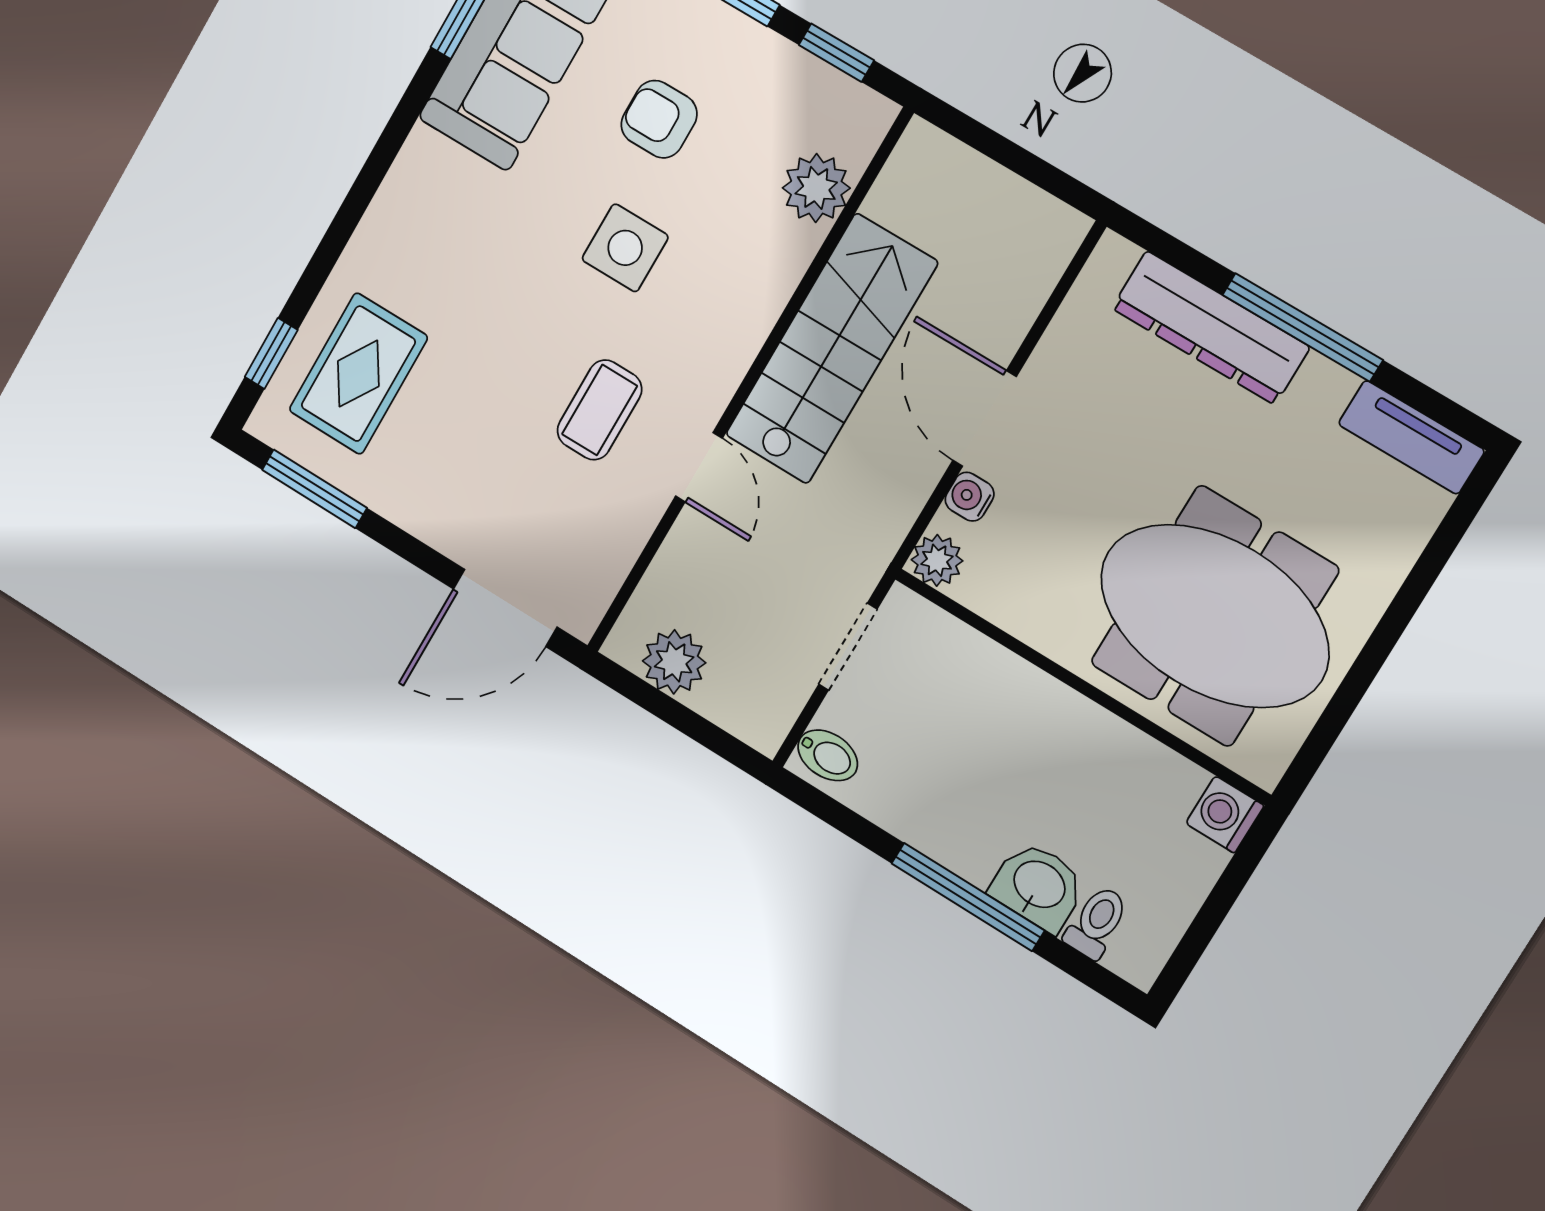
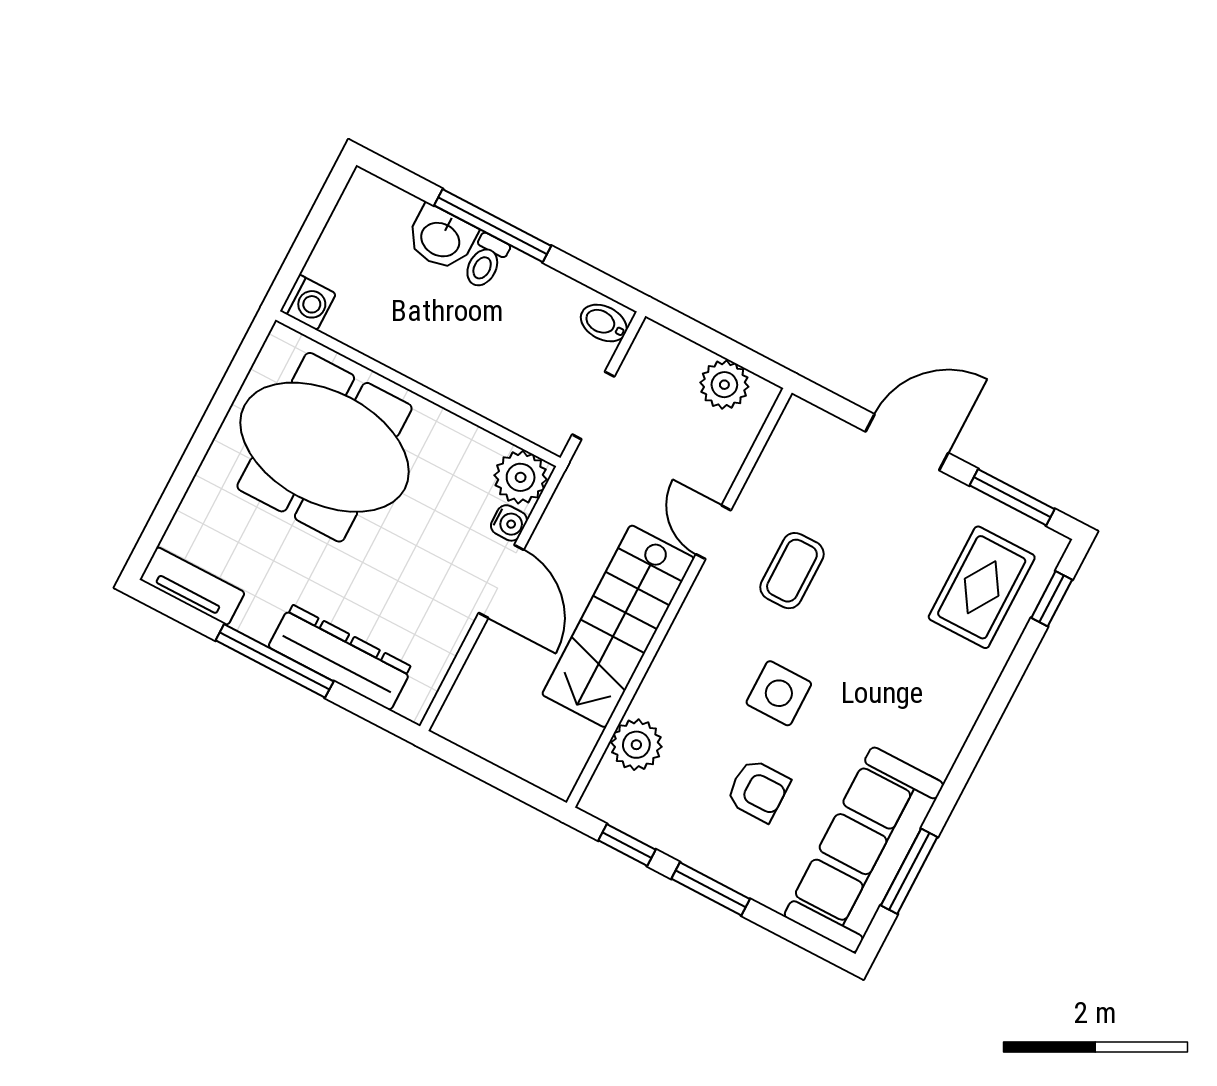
plant: (937, 560) -> (521, 477), width x1.38, depth x1.38
door: (505, 608) -> (907, 442), moved
toilet: (1097, 922) -> (485, 261), moved

